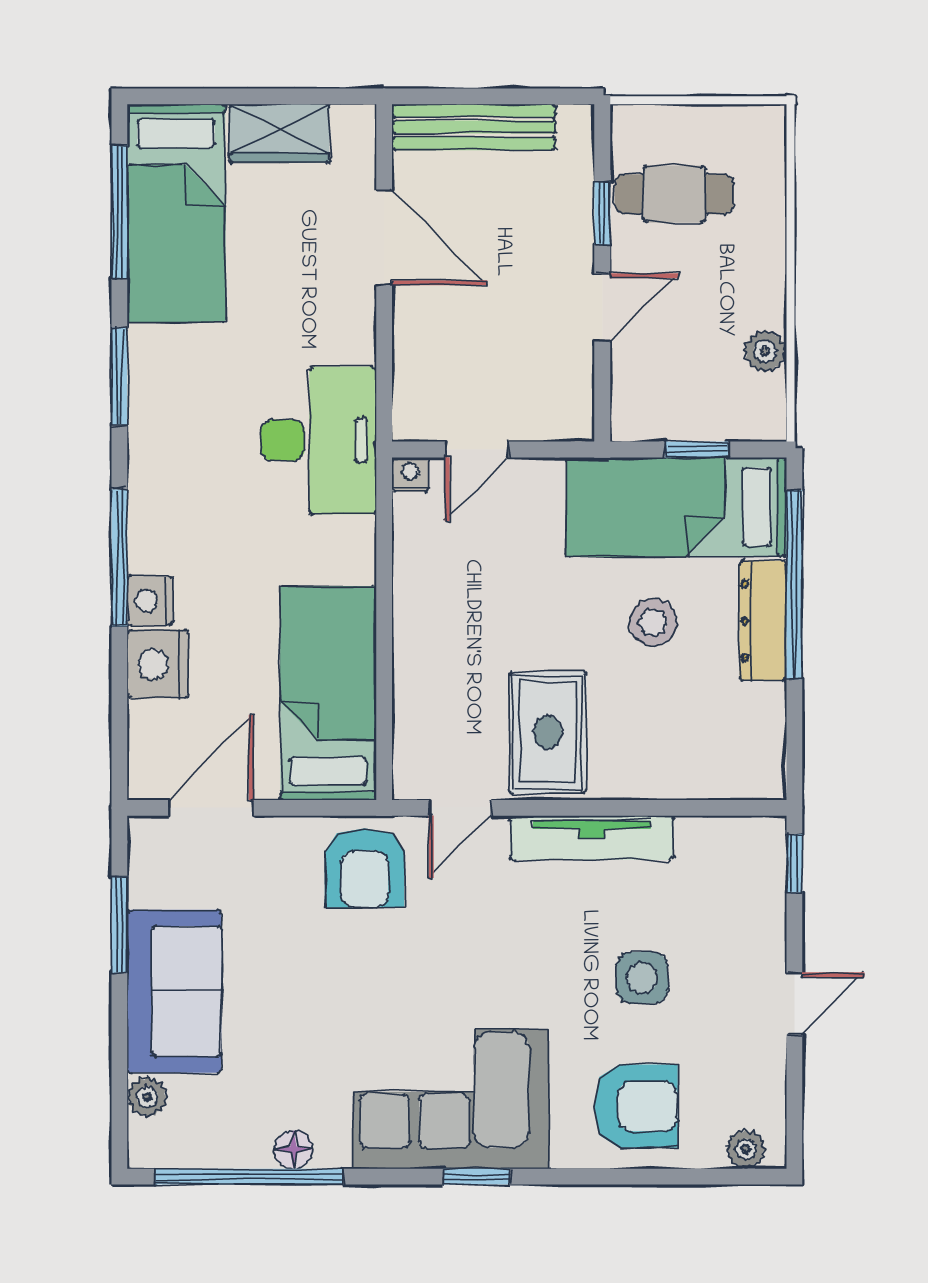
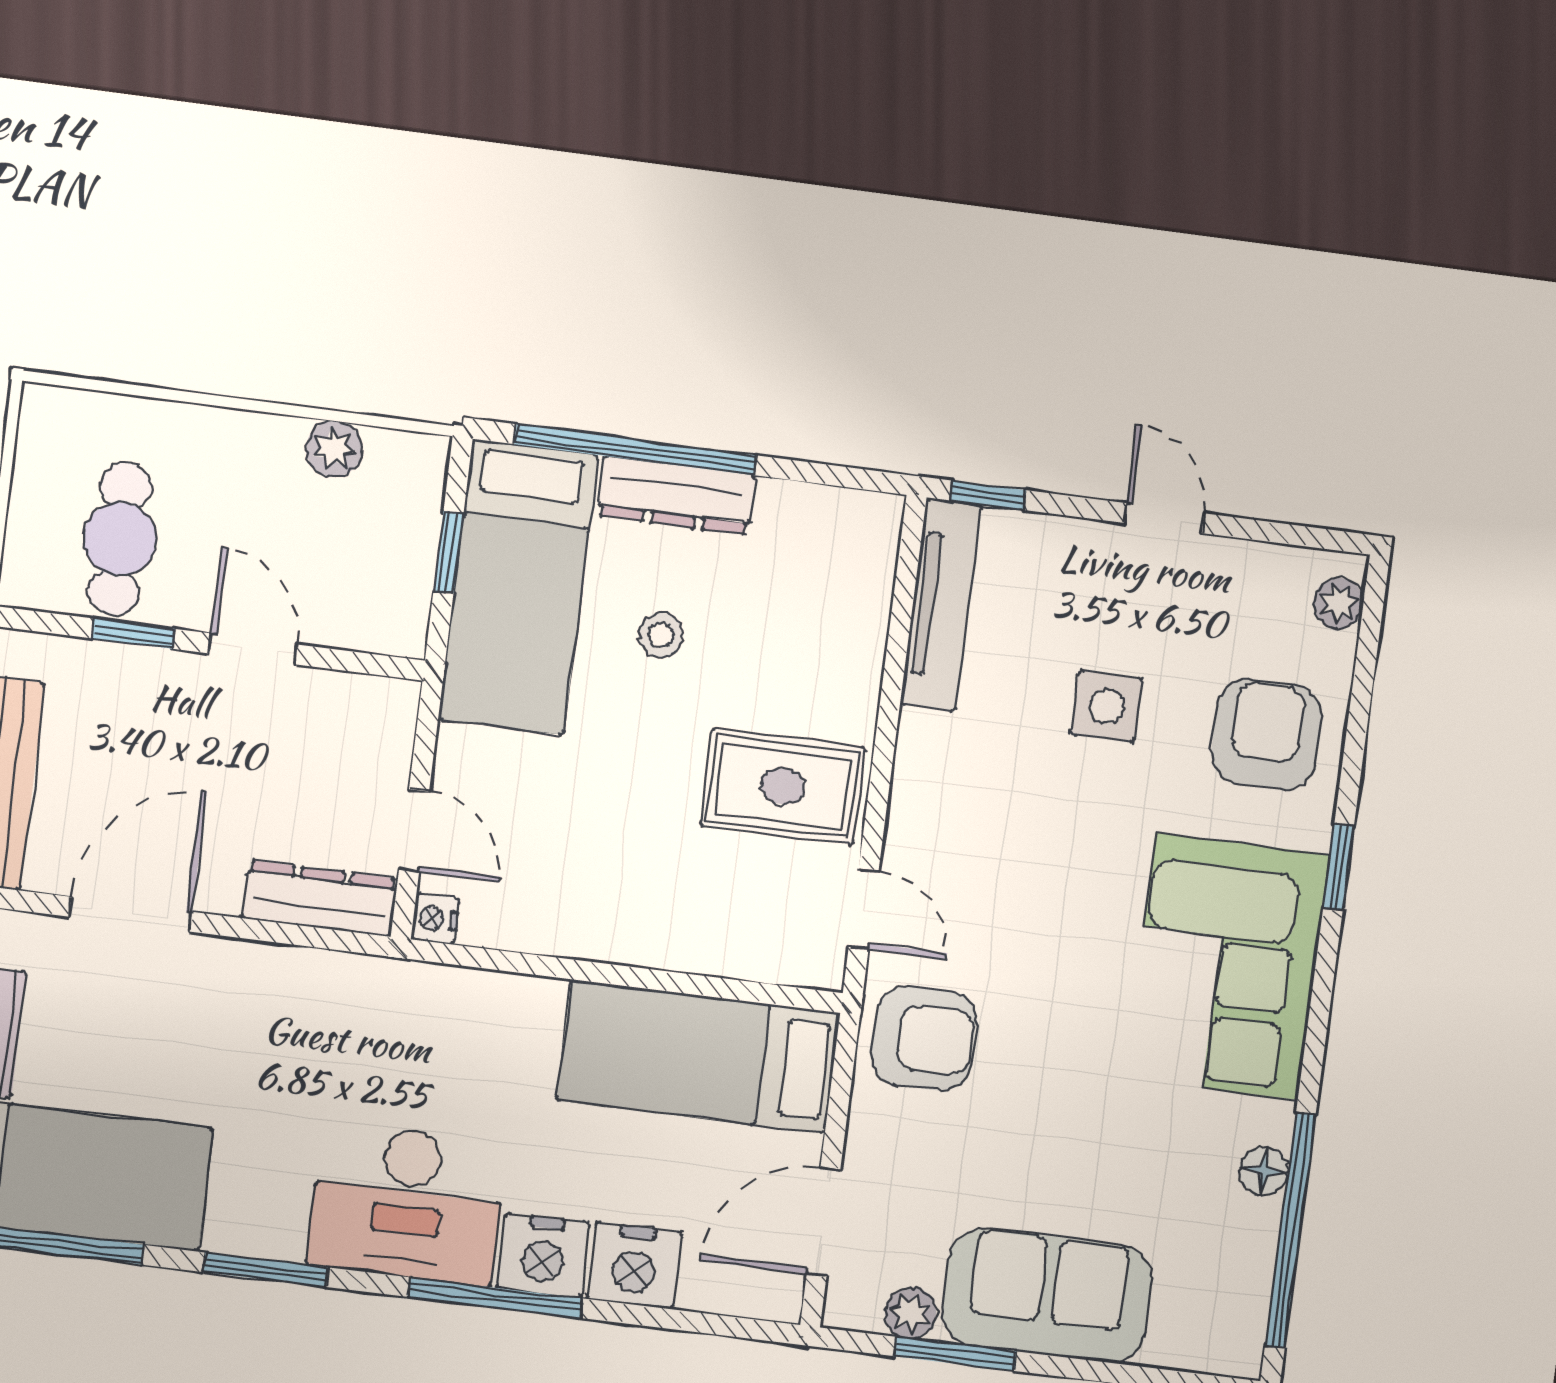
dresser: (415, 383) -> (320, 898), added
desk: (319, 440) -> (407, 1203), moved, turned 180
nightstand: (150, 601) -> (543, 1255), width x1.36, depth x1.33
stool: (653, 623) -> (661, 635), width x0.73, depth x0.73
door: (211, 808) -> (823, 1222), hinge flipped
tv unit: (592, 838) -> (941, 605), moved
plant: (147, 1097) -> (911, 1313), moved
window: (477, 1177) -> (1338, 867), moved

